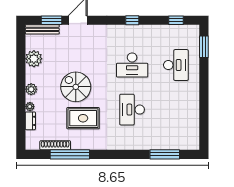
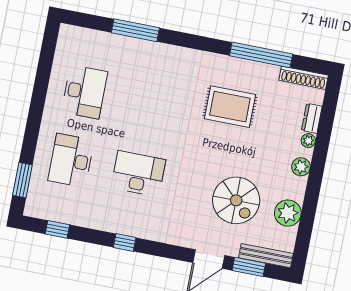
spiral stairs: (76, 87) -> (236, 200), moved
desk: (132, 110) -> (85, 92), moved
shoe rack: (55, 145) -> (304, 78), moved
window: (165, 154) -> (135, 30), moved

